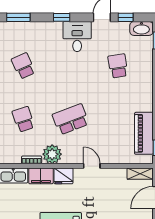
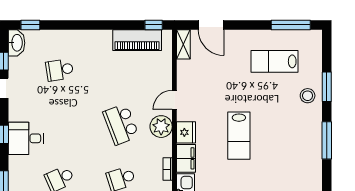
desk: (77, 37) -> (26, 138), moved
plant: (52, 154) -> (161, 127), moved

